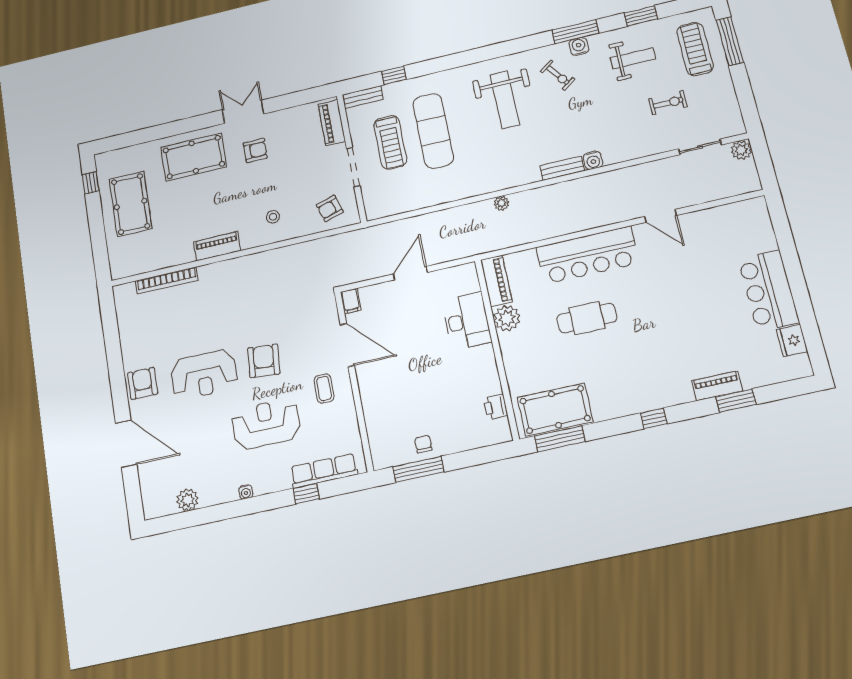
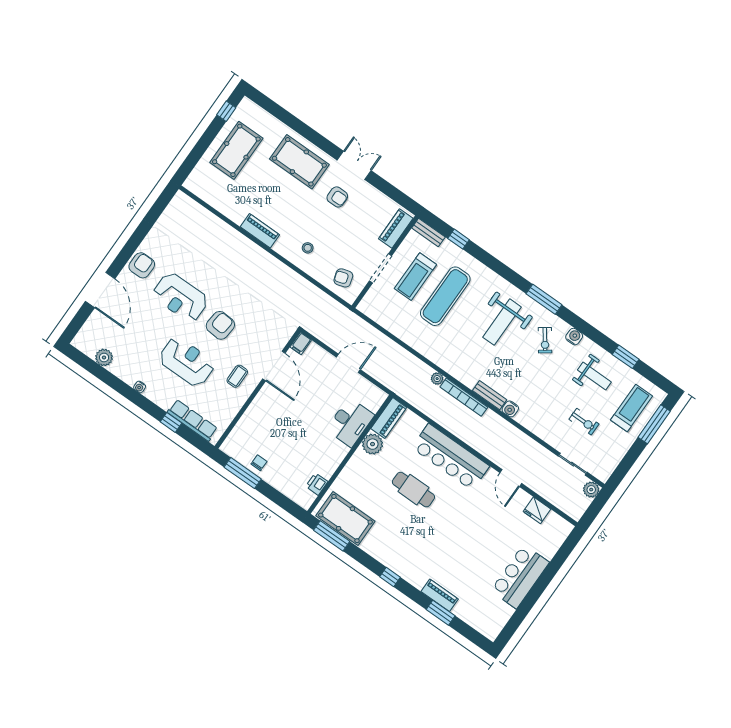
window: (576, 32) -> (544, 299), moved
bookcase: (167, 281) -> (464, 397), moved
fridge: (792, 341) -> (537, 510), moved, turned -90

